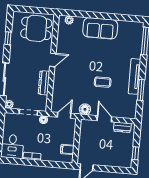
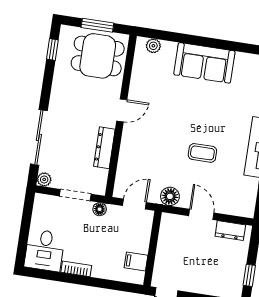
window: (35, 10) -> (97, 25), added
window: (8, 38) -> (52, 50), moved

